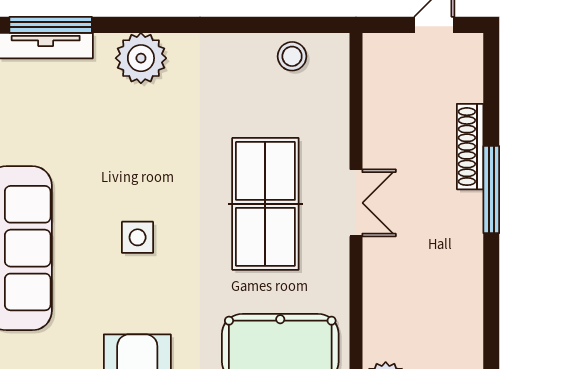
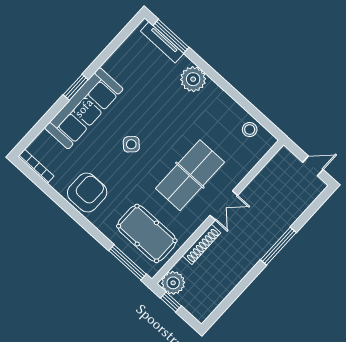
shoe rack: (470, 147) -> (202, 244), moved, turned 180
side table: (138, 237) -> (131, 144), turned 45

